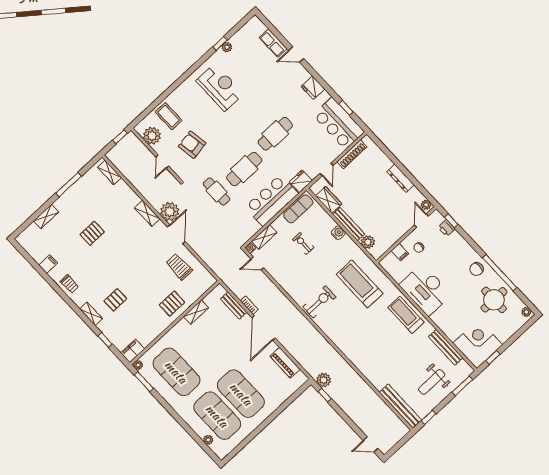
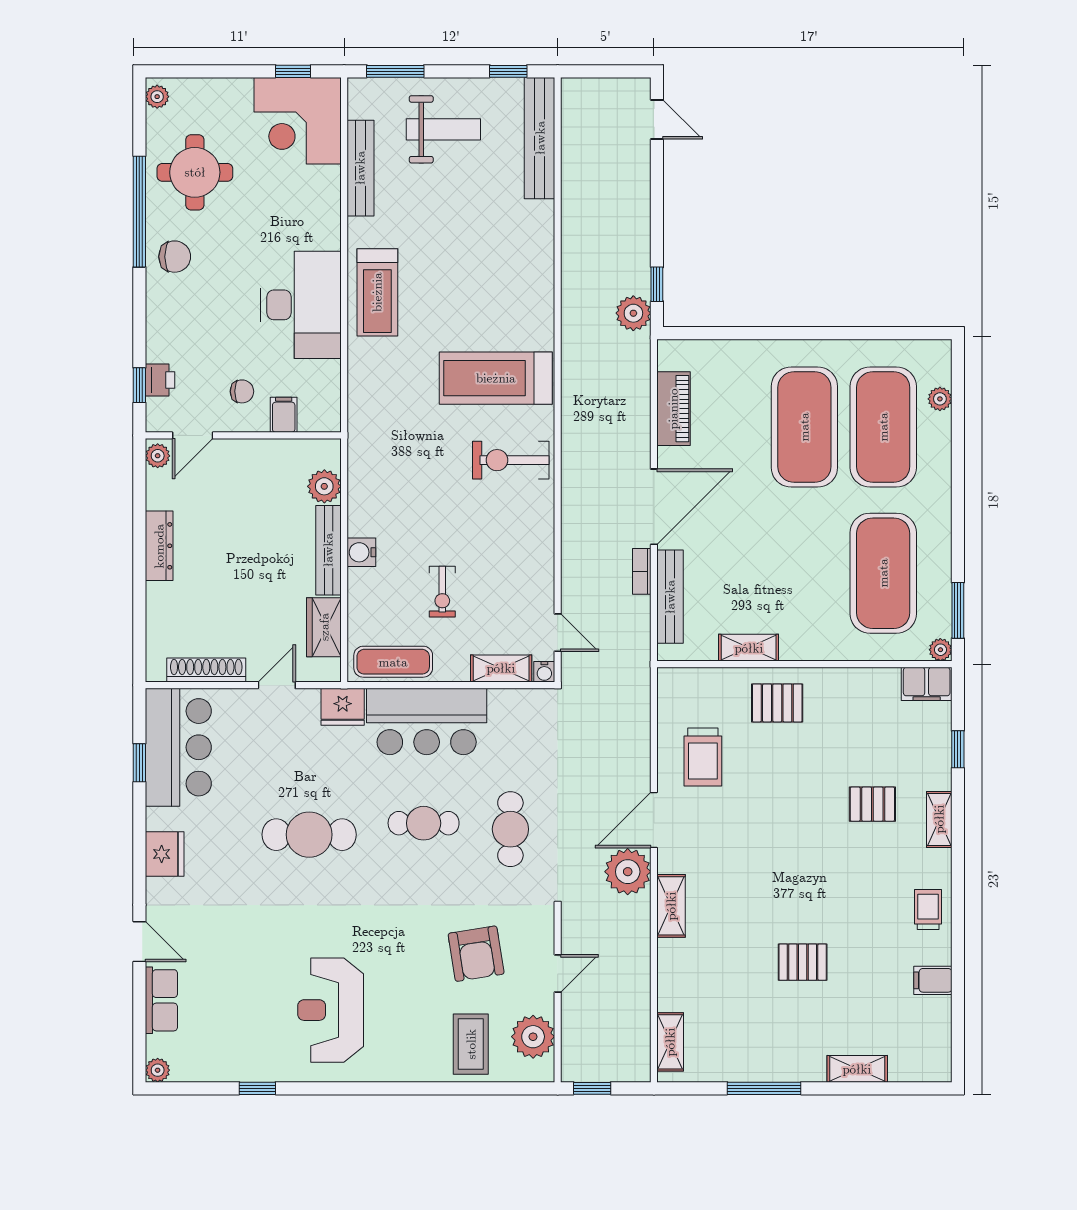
plant: (227, 47) -> (158, 1070), moved
cafe table: (244, 169) -> (424, 823), width x0.73, depth x0.74
treadmill: (360, 284) -> (496, 378), moved, turned 90
bench: (234, 305) -> (670, 597), width x1.36

